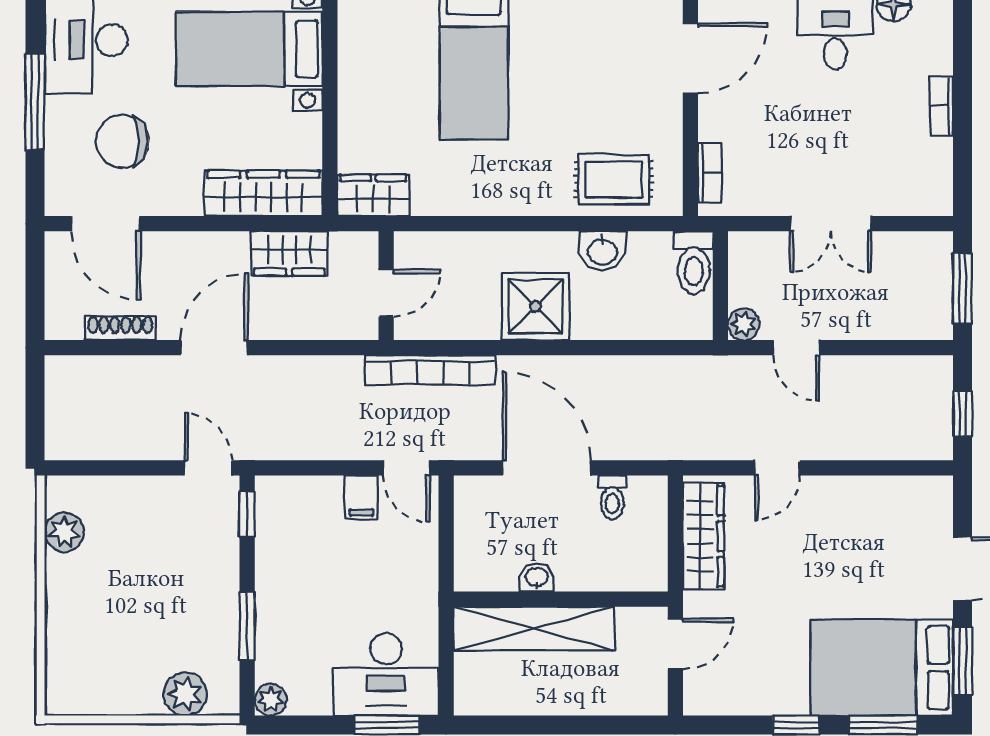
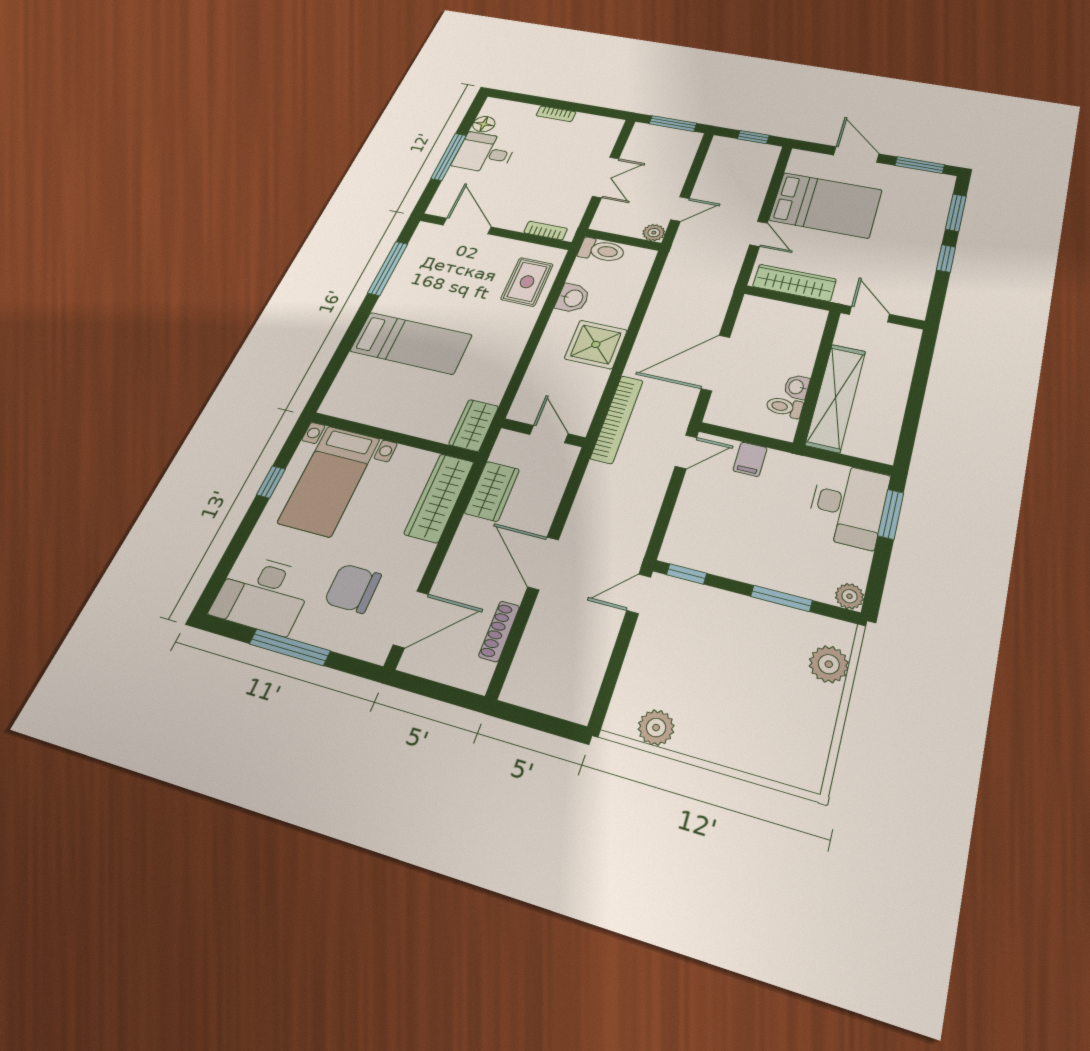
chair: (122, 141) -> (353, 588), turned 90
filing cabinet: (361, 497) -> (750, 459), moved, turned 90
toilet: (612, 497) -> (784, 407), moved, turned 180
bed: (882, 667) -> (826, 205), moved, turned -90

